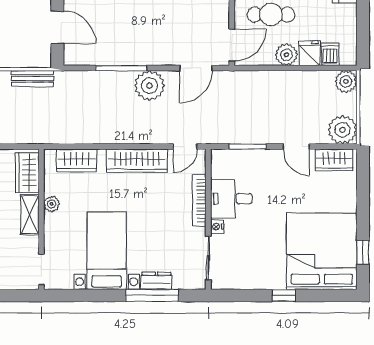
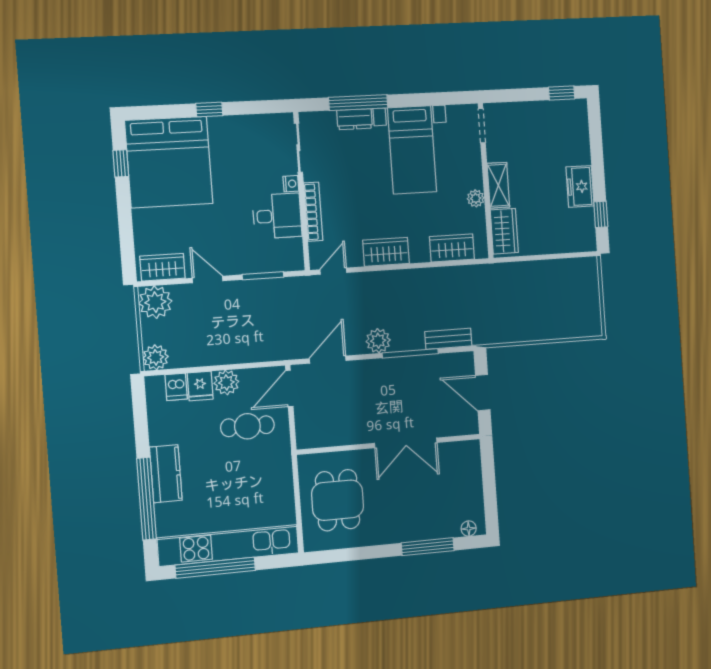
bench: (32, 79) -> (448, 339), moved
plant: (149, 86) -> (378, 341), width x0.73, depth x0.73
wardrobe: (137, 161) -> (386, 252), width x0.67

